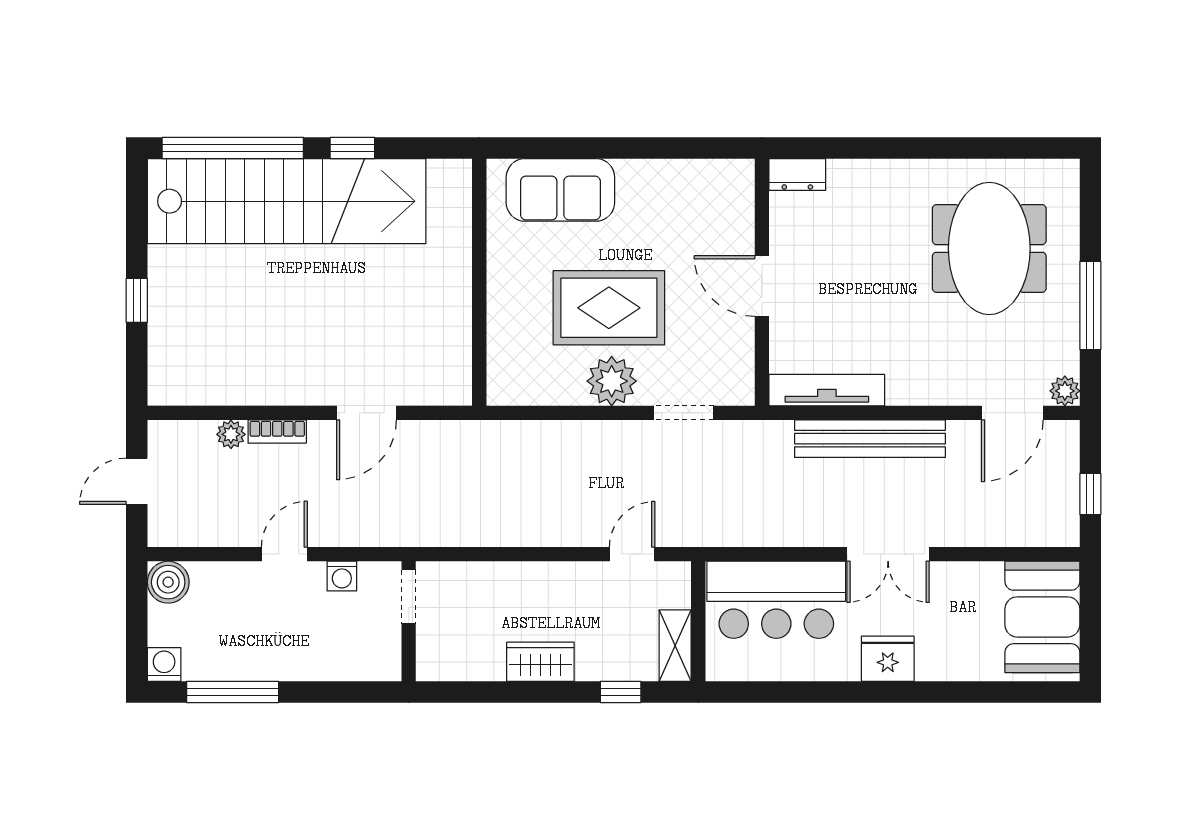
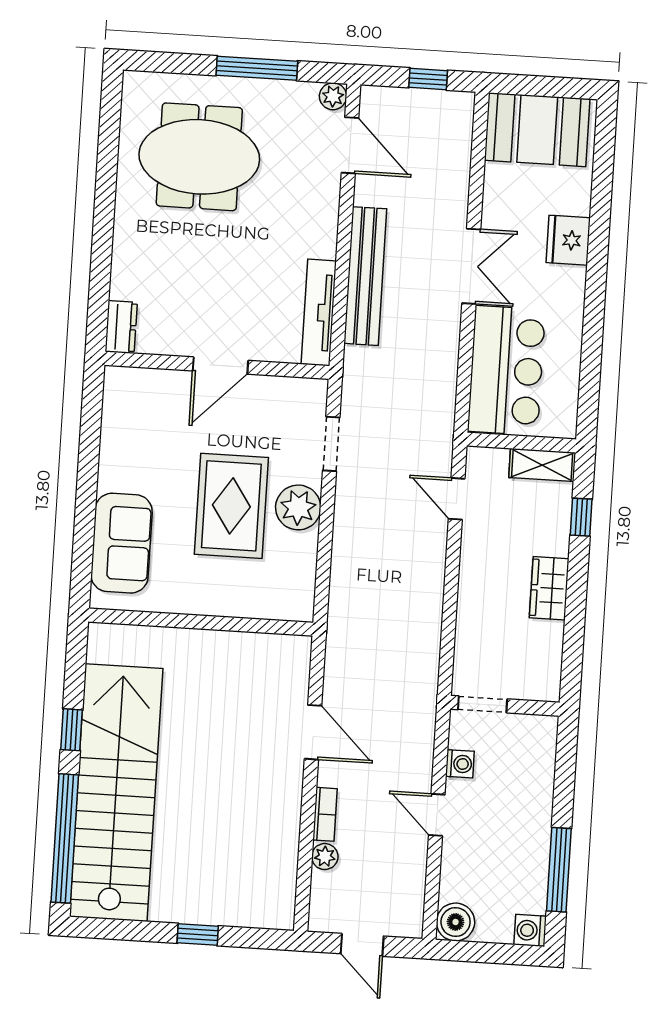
fridge: (888, 659) -> (568, 240), moved

